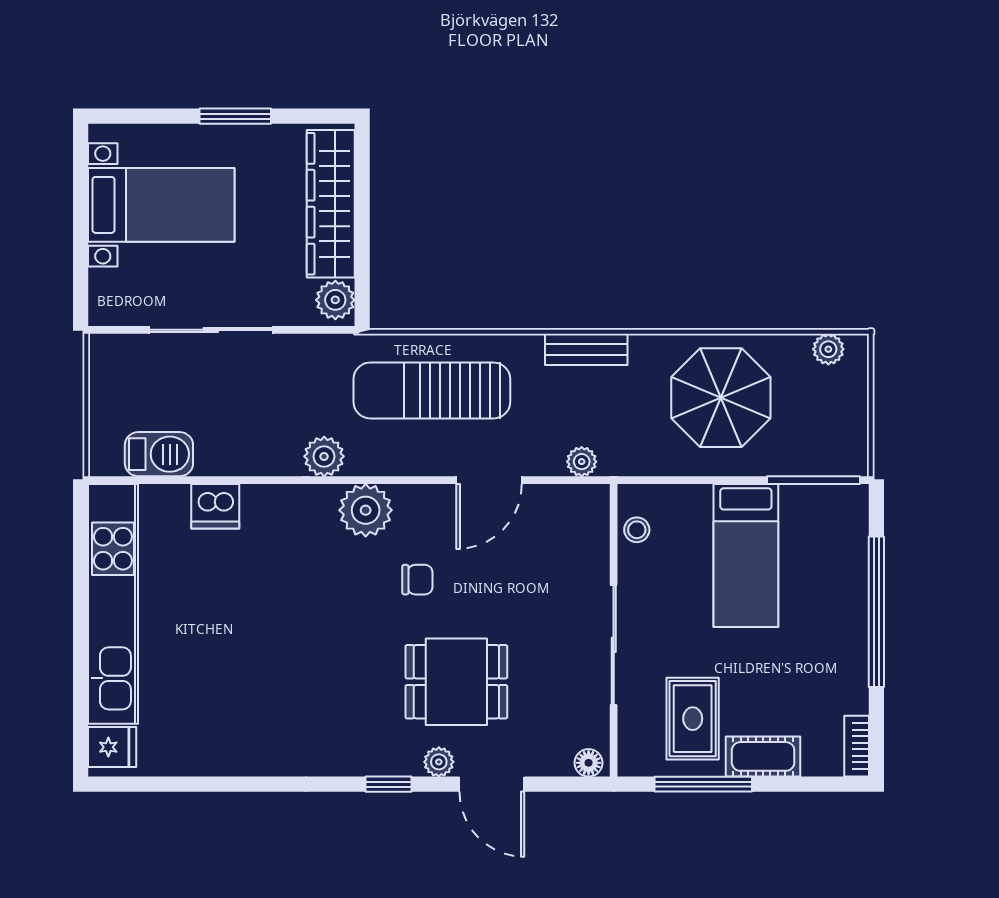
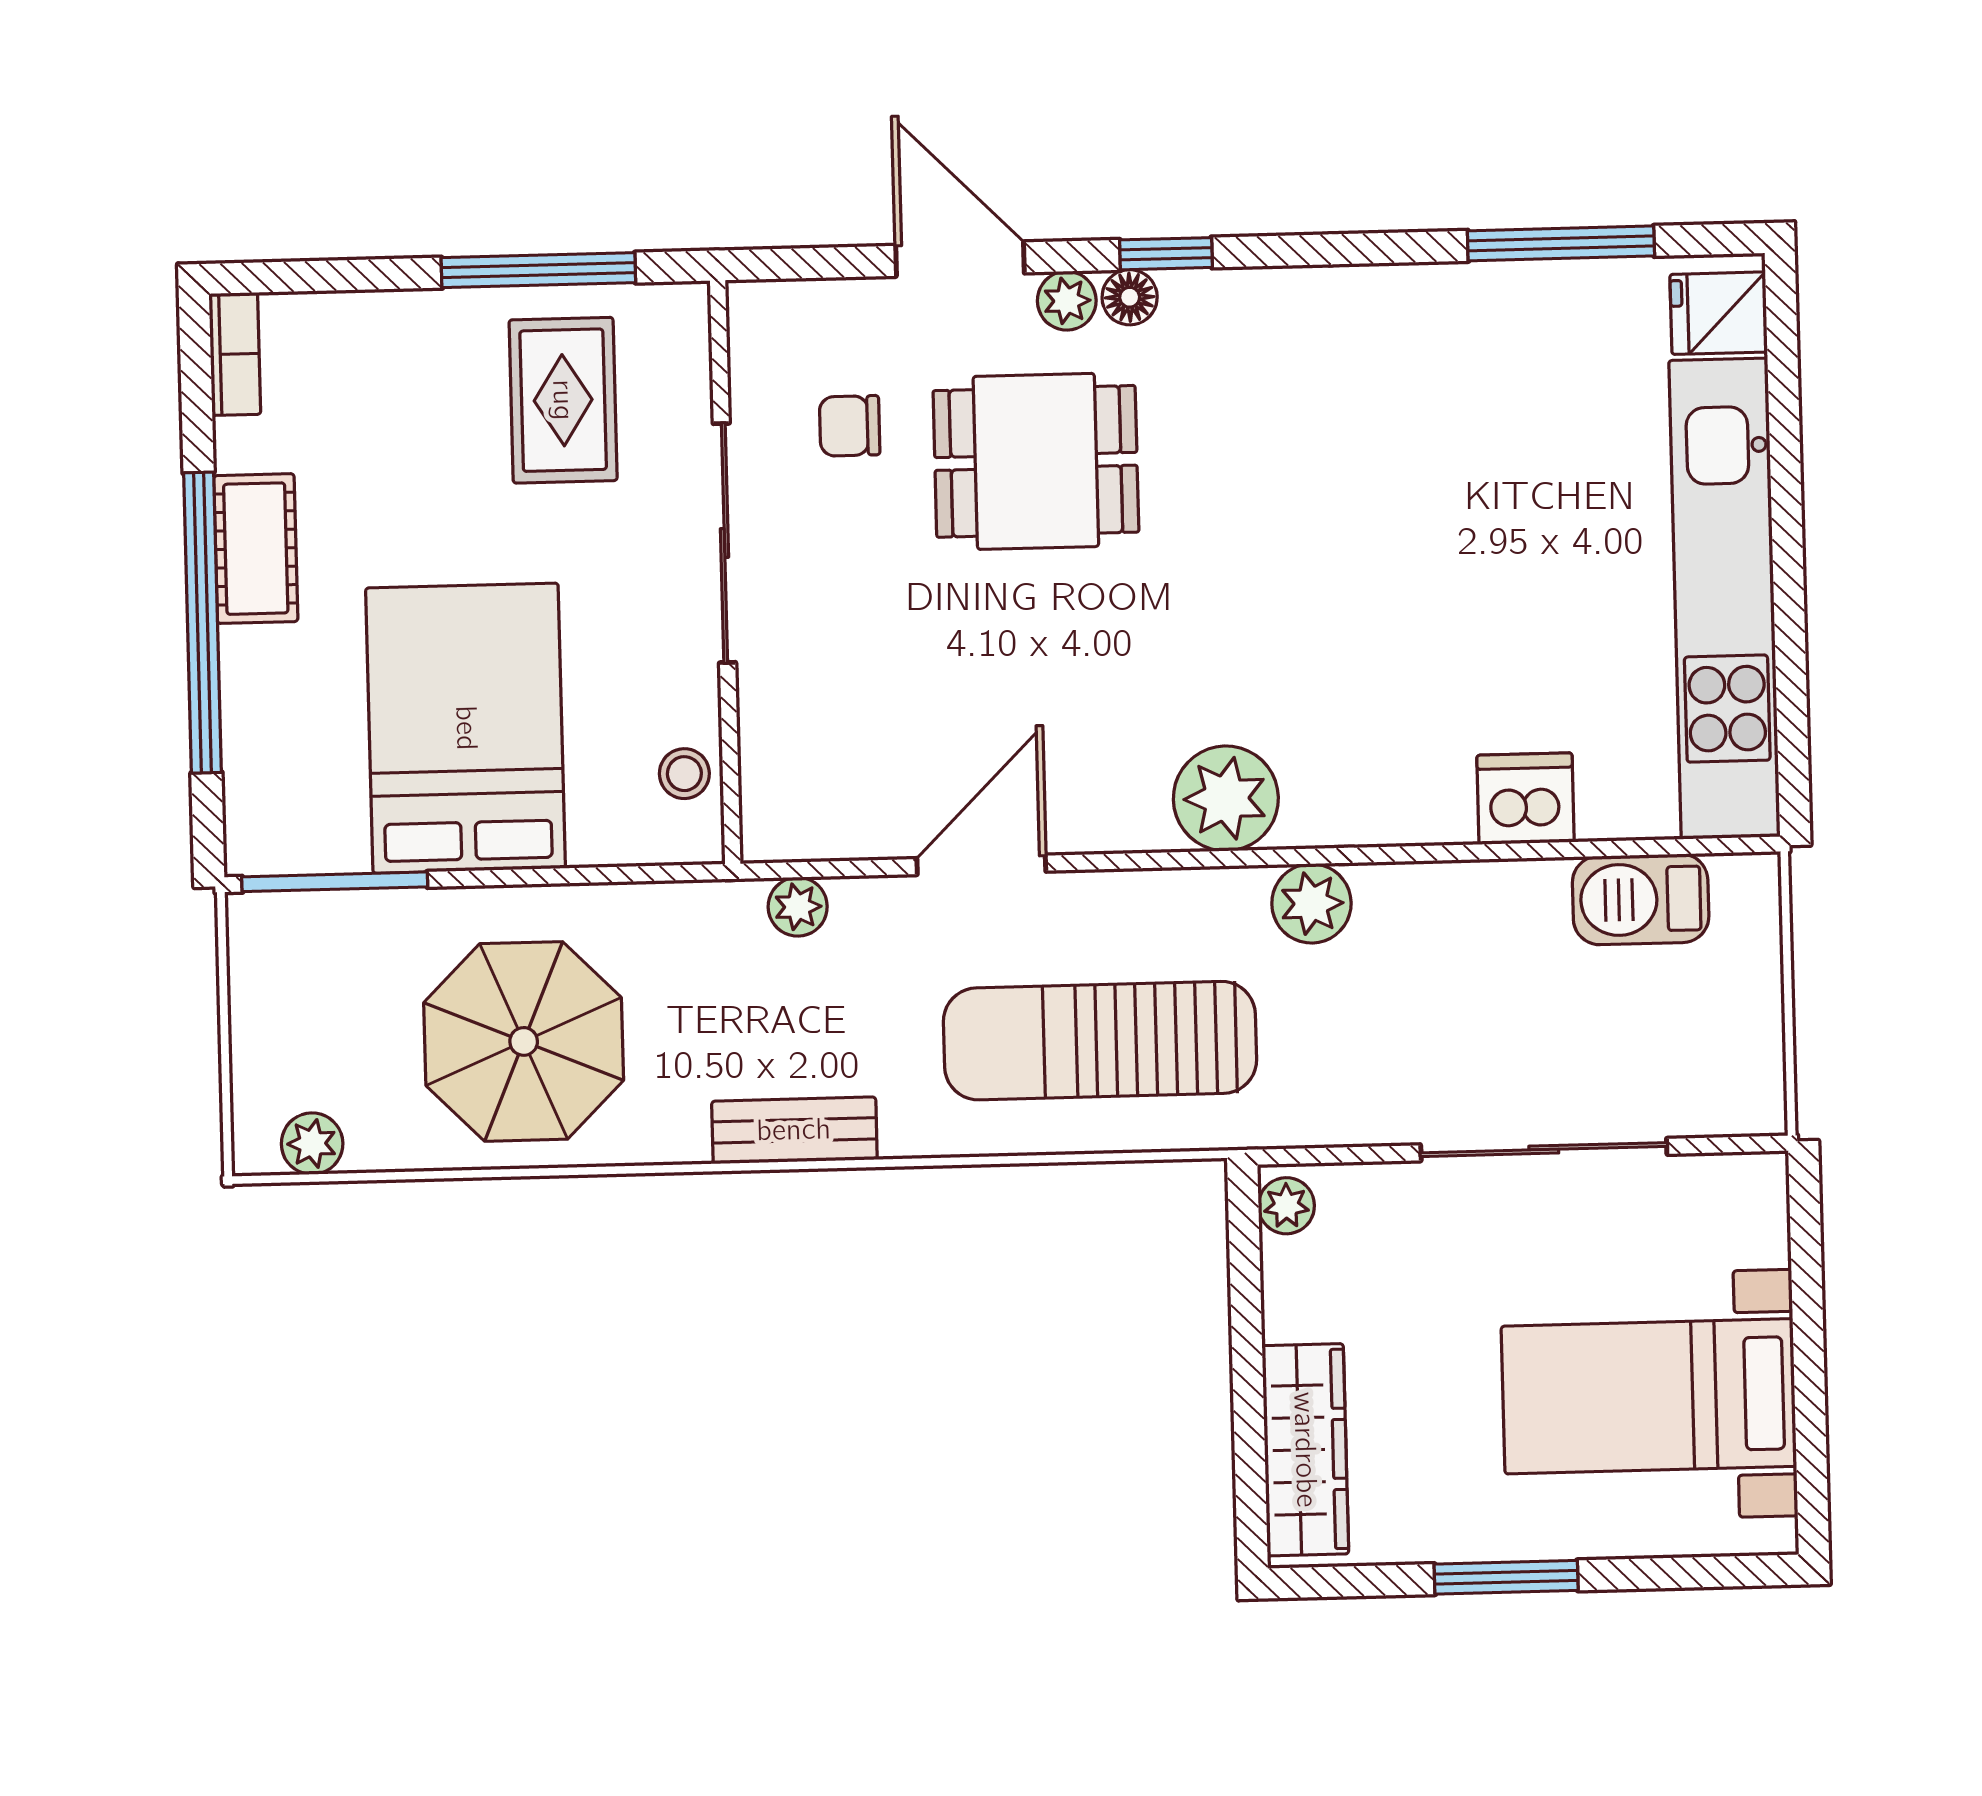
wardrobe: (331, 204) -> (1305, 1450), width x0.71, depth x0.85
plant: (335, 300) -> (1286, 1206), width x0.73, depth x0.73
sun lounger: (432, 390) -> (1100, 1041), turned 180
bed: (746, 555) -> (466, 728), width x1.50
chair: (417, 580) -> (850, 426), moved
cot: (763, 756) -> (256, 549), moved, turned 90
floor lamp: (589, 763) -> (1130, 297), moved
window: (190, 784) -> (1561, 243), added

